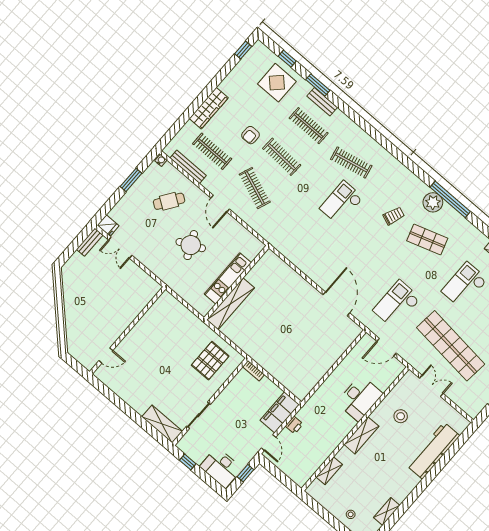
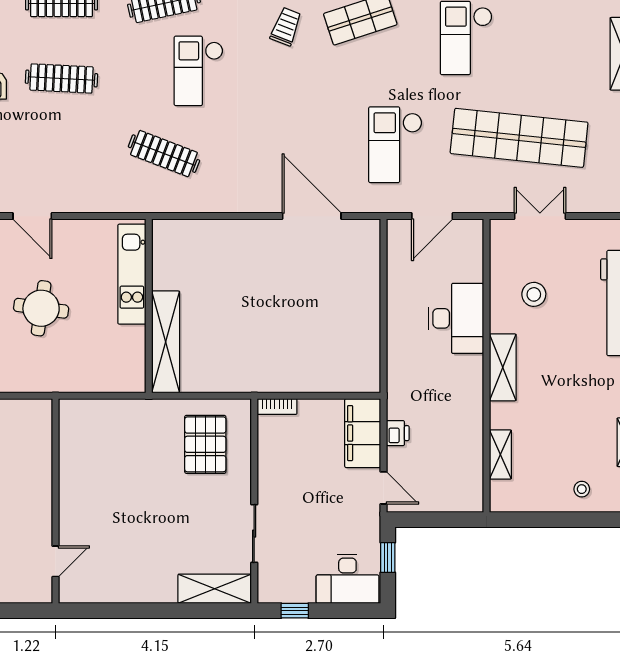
clothes rail: (255, 188) -> (164, 154), moved
round table: (191, 245) -> (41, 308), turned 33
kitchen unit: (228, 278) -> (132, 274), moved

